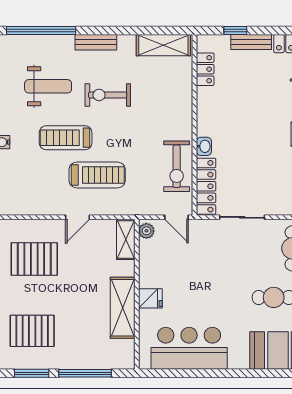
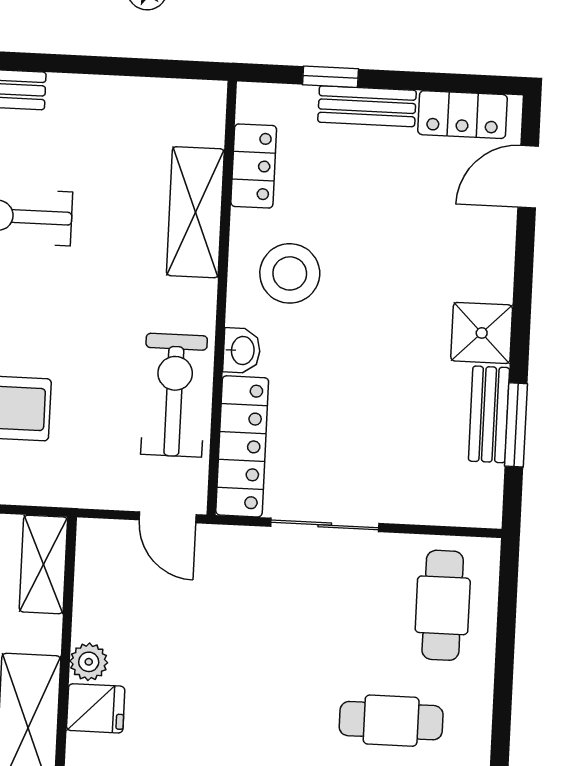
shelving: (163, 45) -> (195, 212), moved, turned 90
stool: (222, 113) -> (290, 273), added
exercise bike: (177, 166) -> (174, 395), turned 180
plant: (146, 231) -> (89, 662), moved

